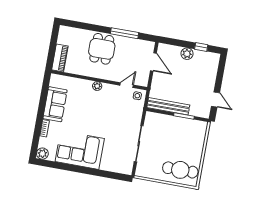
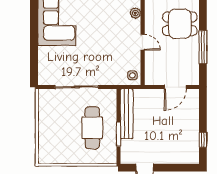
plant: (187, 54) -> (192, 125), removed
door: (127, 85) -> (143, 42), moved
plant: (97, 86) -> (135, 13), moved
cafe table: (180, 170) -> (92, 128), moved

